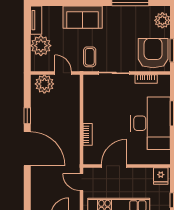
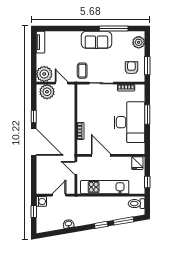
sofa: (83, 17) -> (96, 40), moved
plant: (41, 46) -> (44, 74), moved
armchair: (153, 53) -> (131, 68), width x0.53, depth x0.53
door: (114, 166) -> (101, 155), hinge flipped

